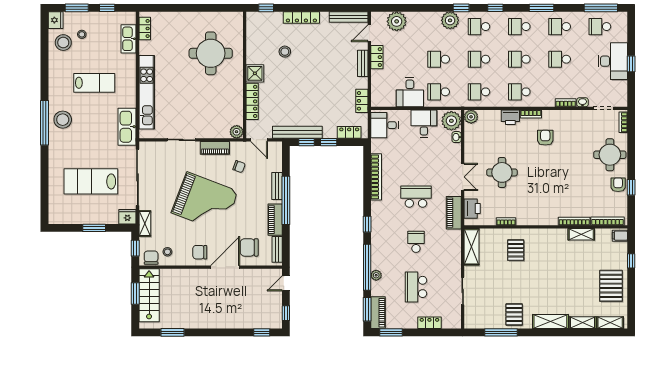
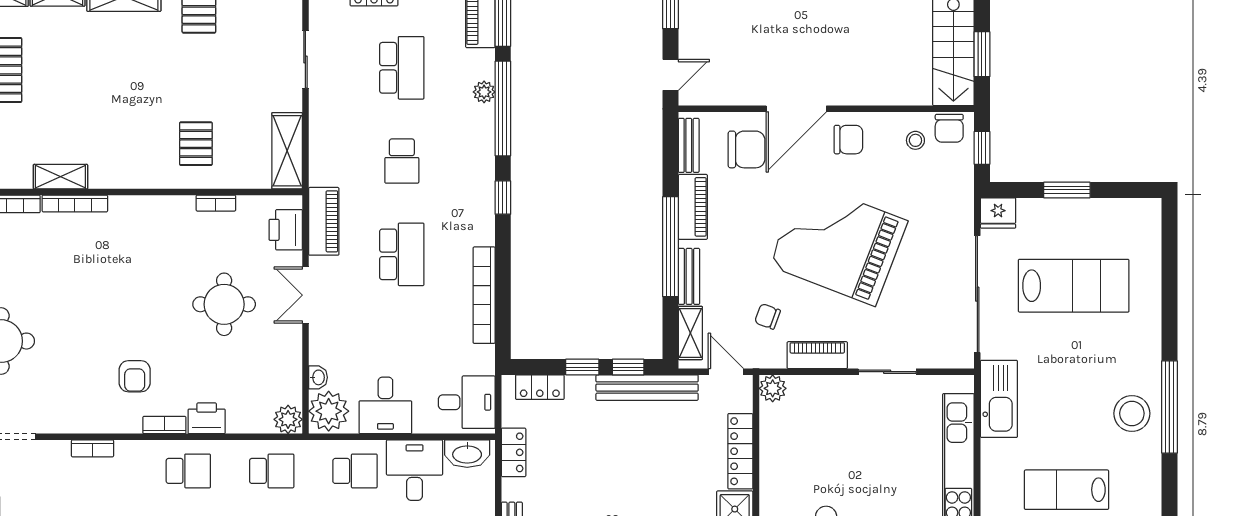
washbasin: (583, 102) -> (467, 454), moved, width x1.91, depth x1.45
school desk: (416, 197) -> (402, 254), turned -90
shelving: (145, 223) -> (690, 333), moved

